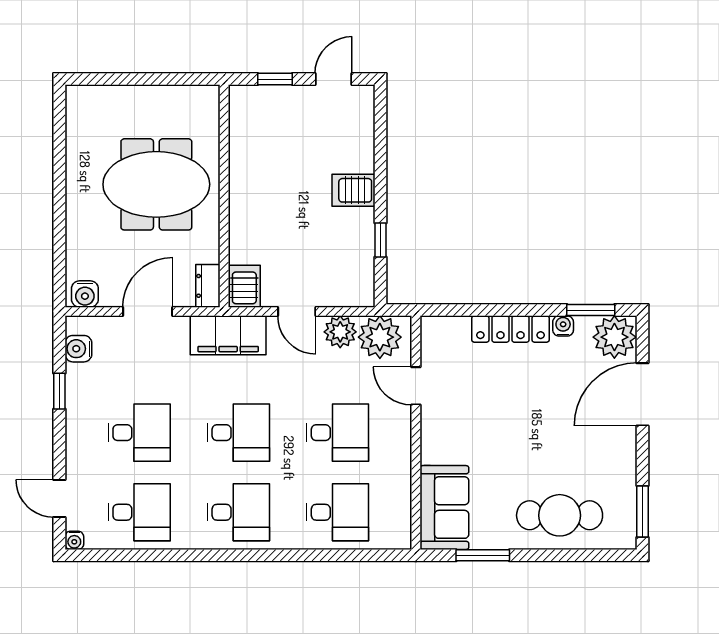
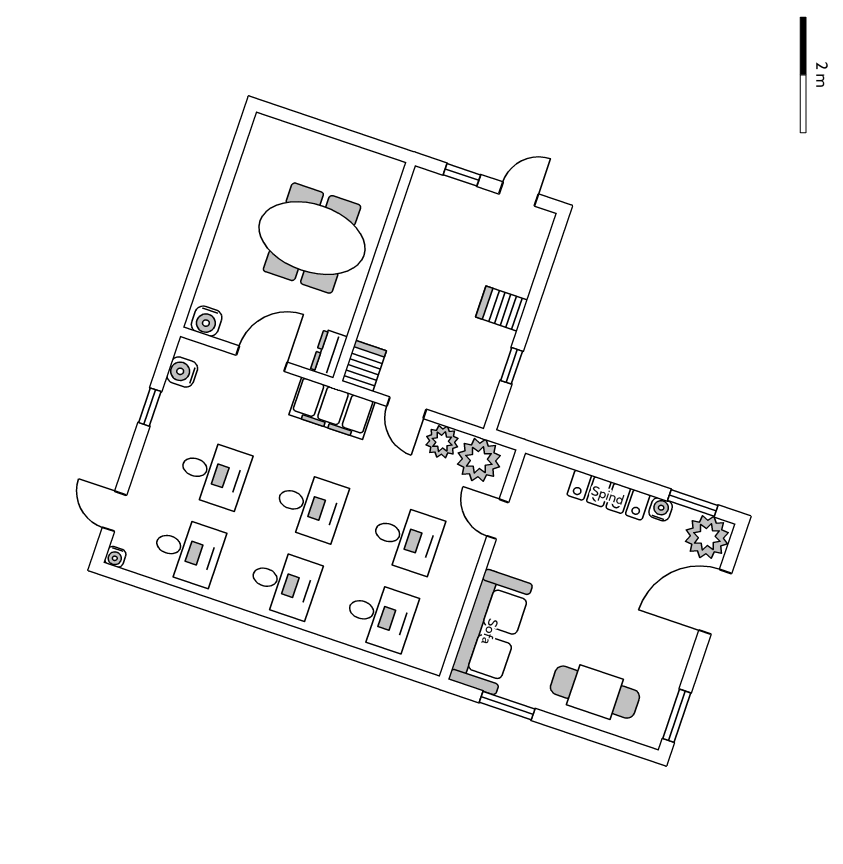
sofa: (444, 508) -> (490, 632), width x1.36

